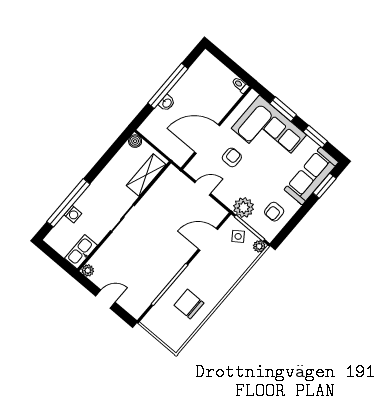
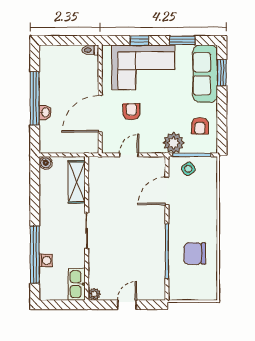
window: (283, 109) -> (139, 40), width x0.67
plant: (259, 246) -> (211, 162), removed

